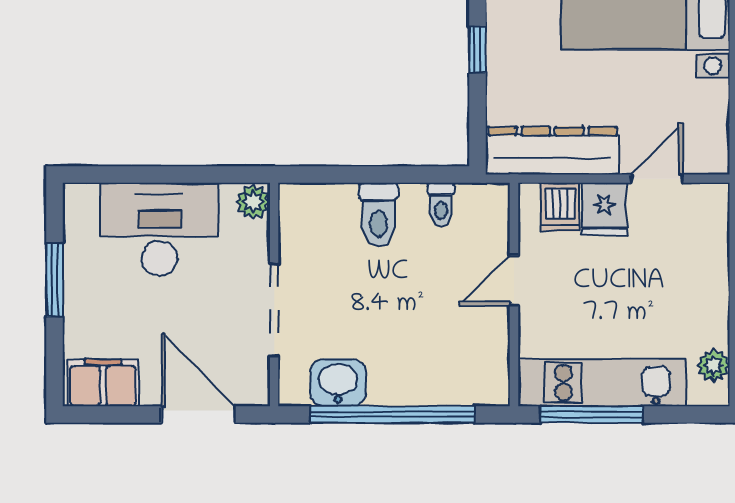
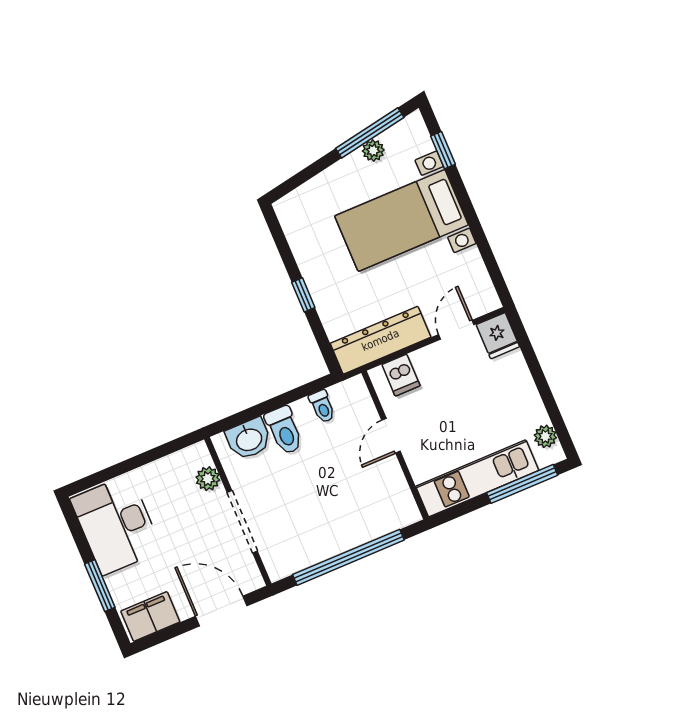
plant: (253, 202) -> (208, 479), moved
fridge: (604, 209) -> (498, 336), moved
desk: (159, 229) -> (116, 525), moved, turned -90
window: (55, 280) -> (100, 586), moved
washbasin: (338, 383) -> (249, 439), moved, turned 180
window: (592, 414) -> (522, 484), moved

